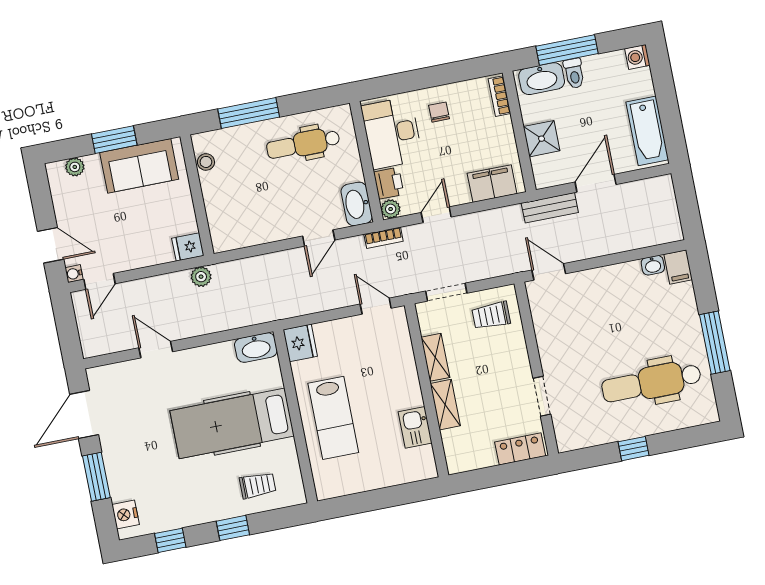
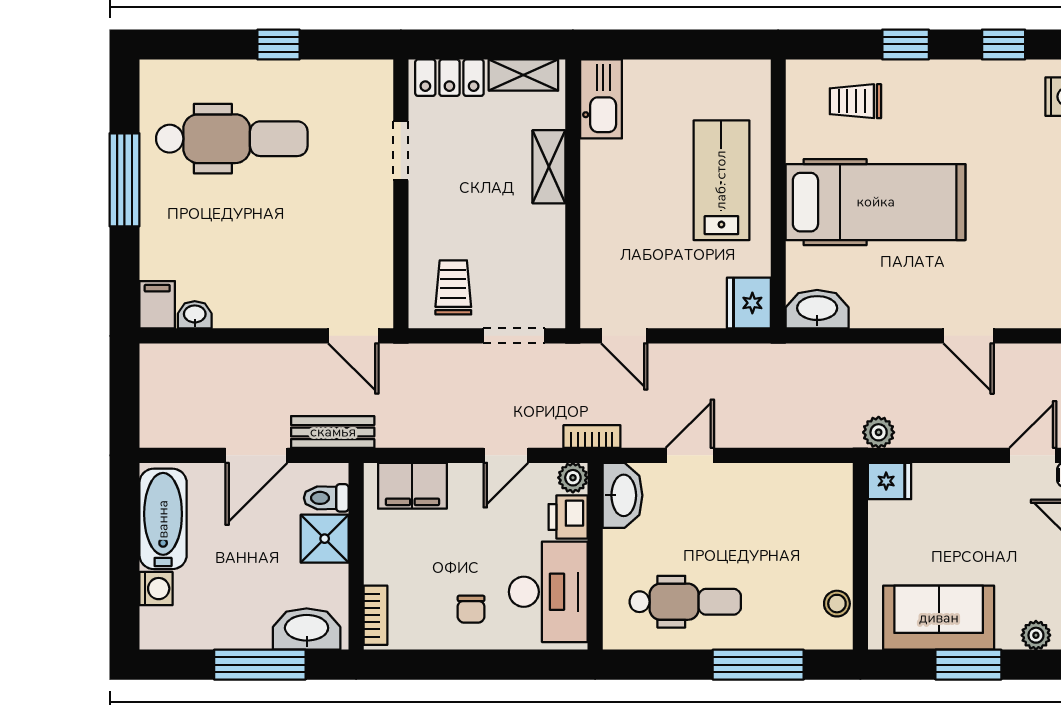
washing machine: (637, 57) -> (156, 589), moved
toilet: (574, 73) -> (326, 498), moved, turned -90
trolley: (491, 315) -> (453, 287), turned -90
shelving: (435, 357) -> (523, 75), moved, turned 90
kitchen sink: (415, 427) -> (601, 99), moved, width x1.38

